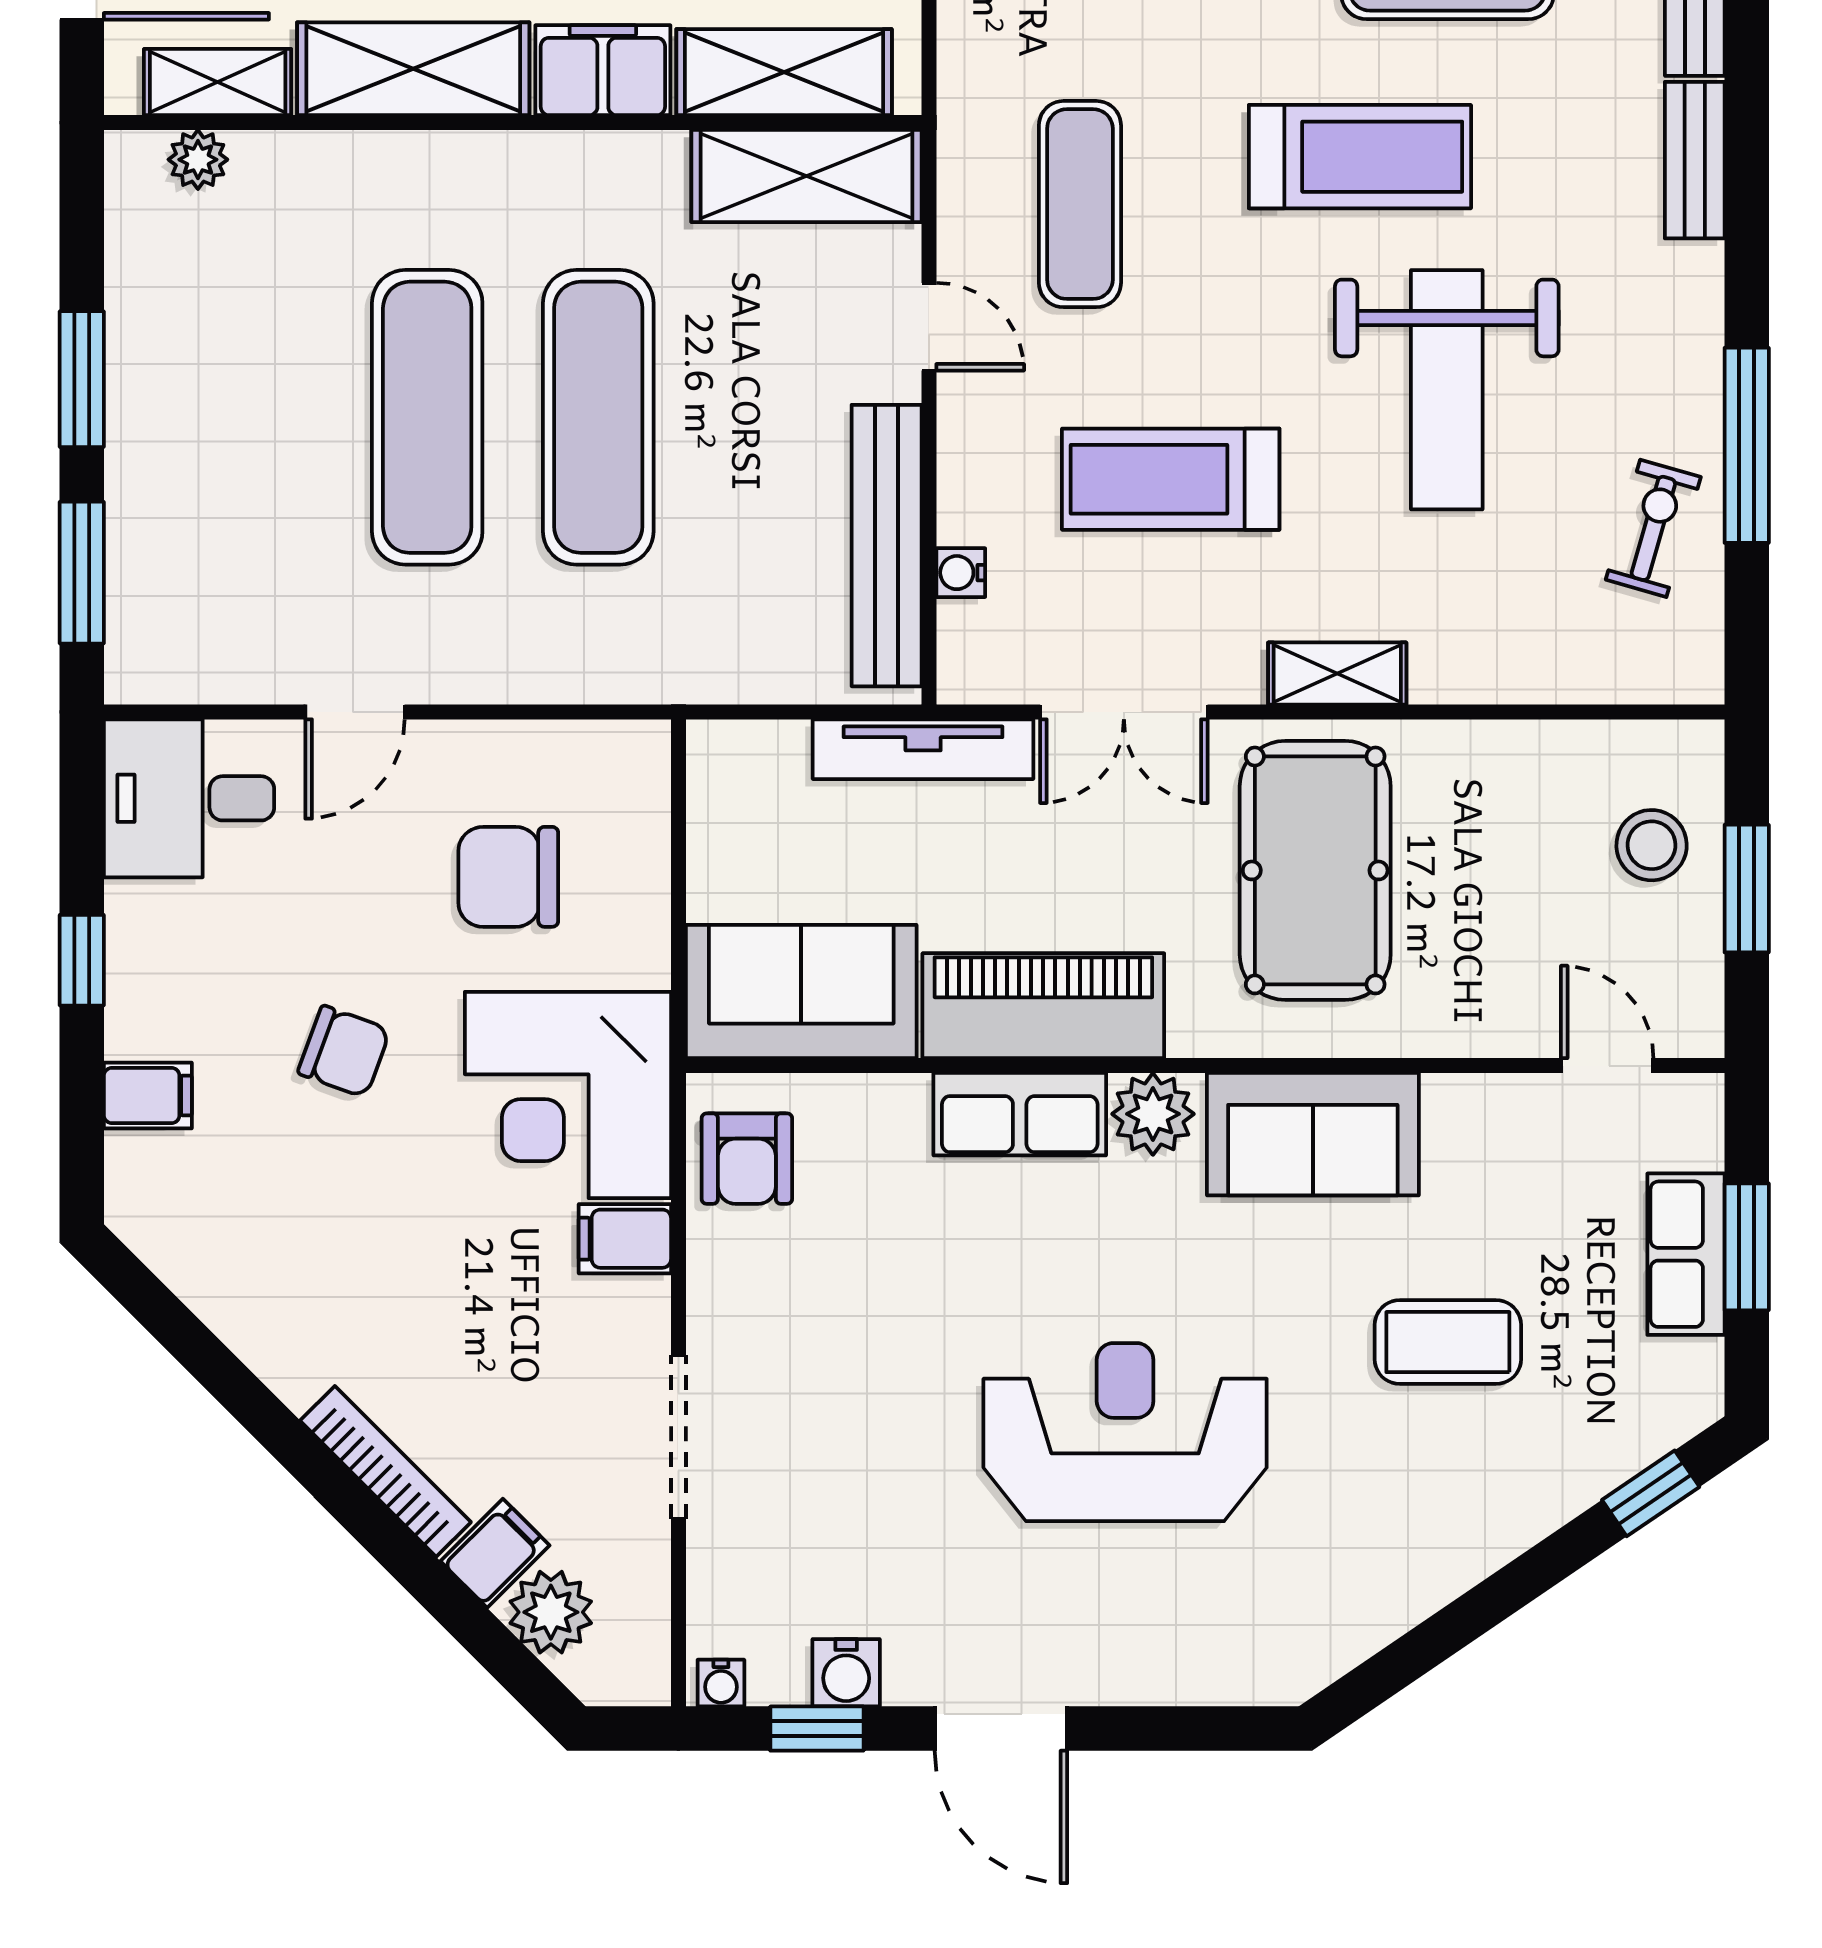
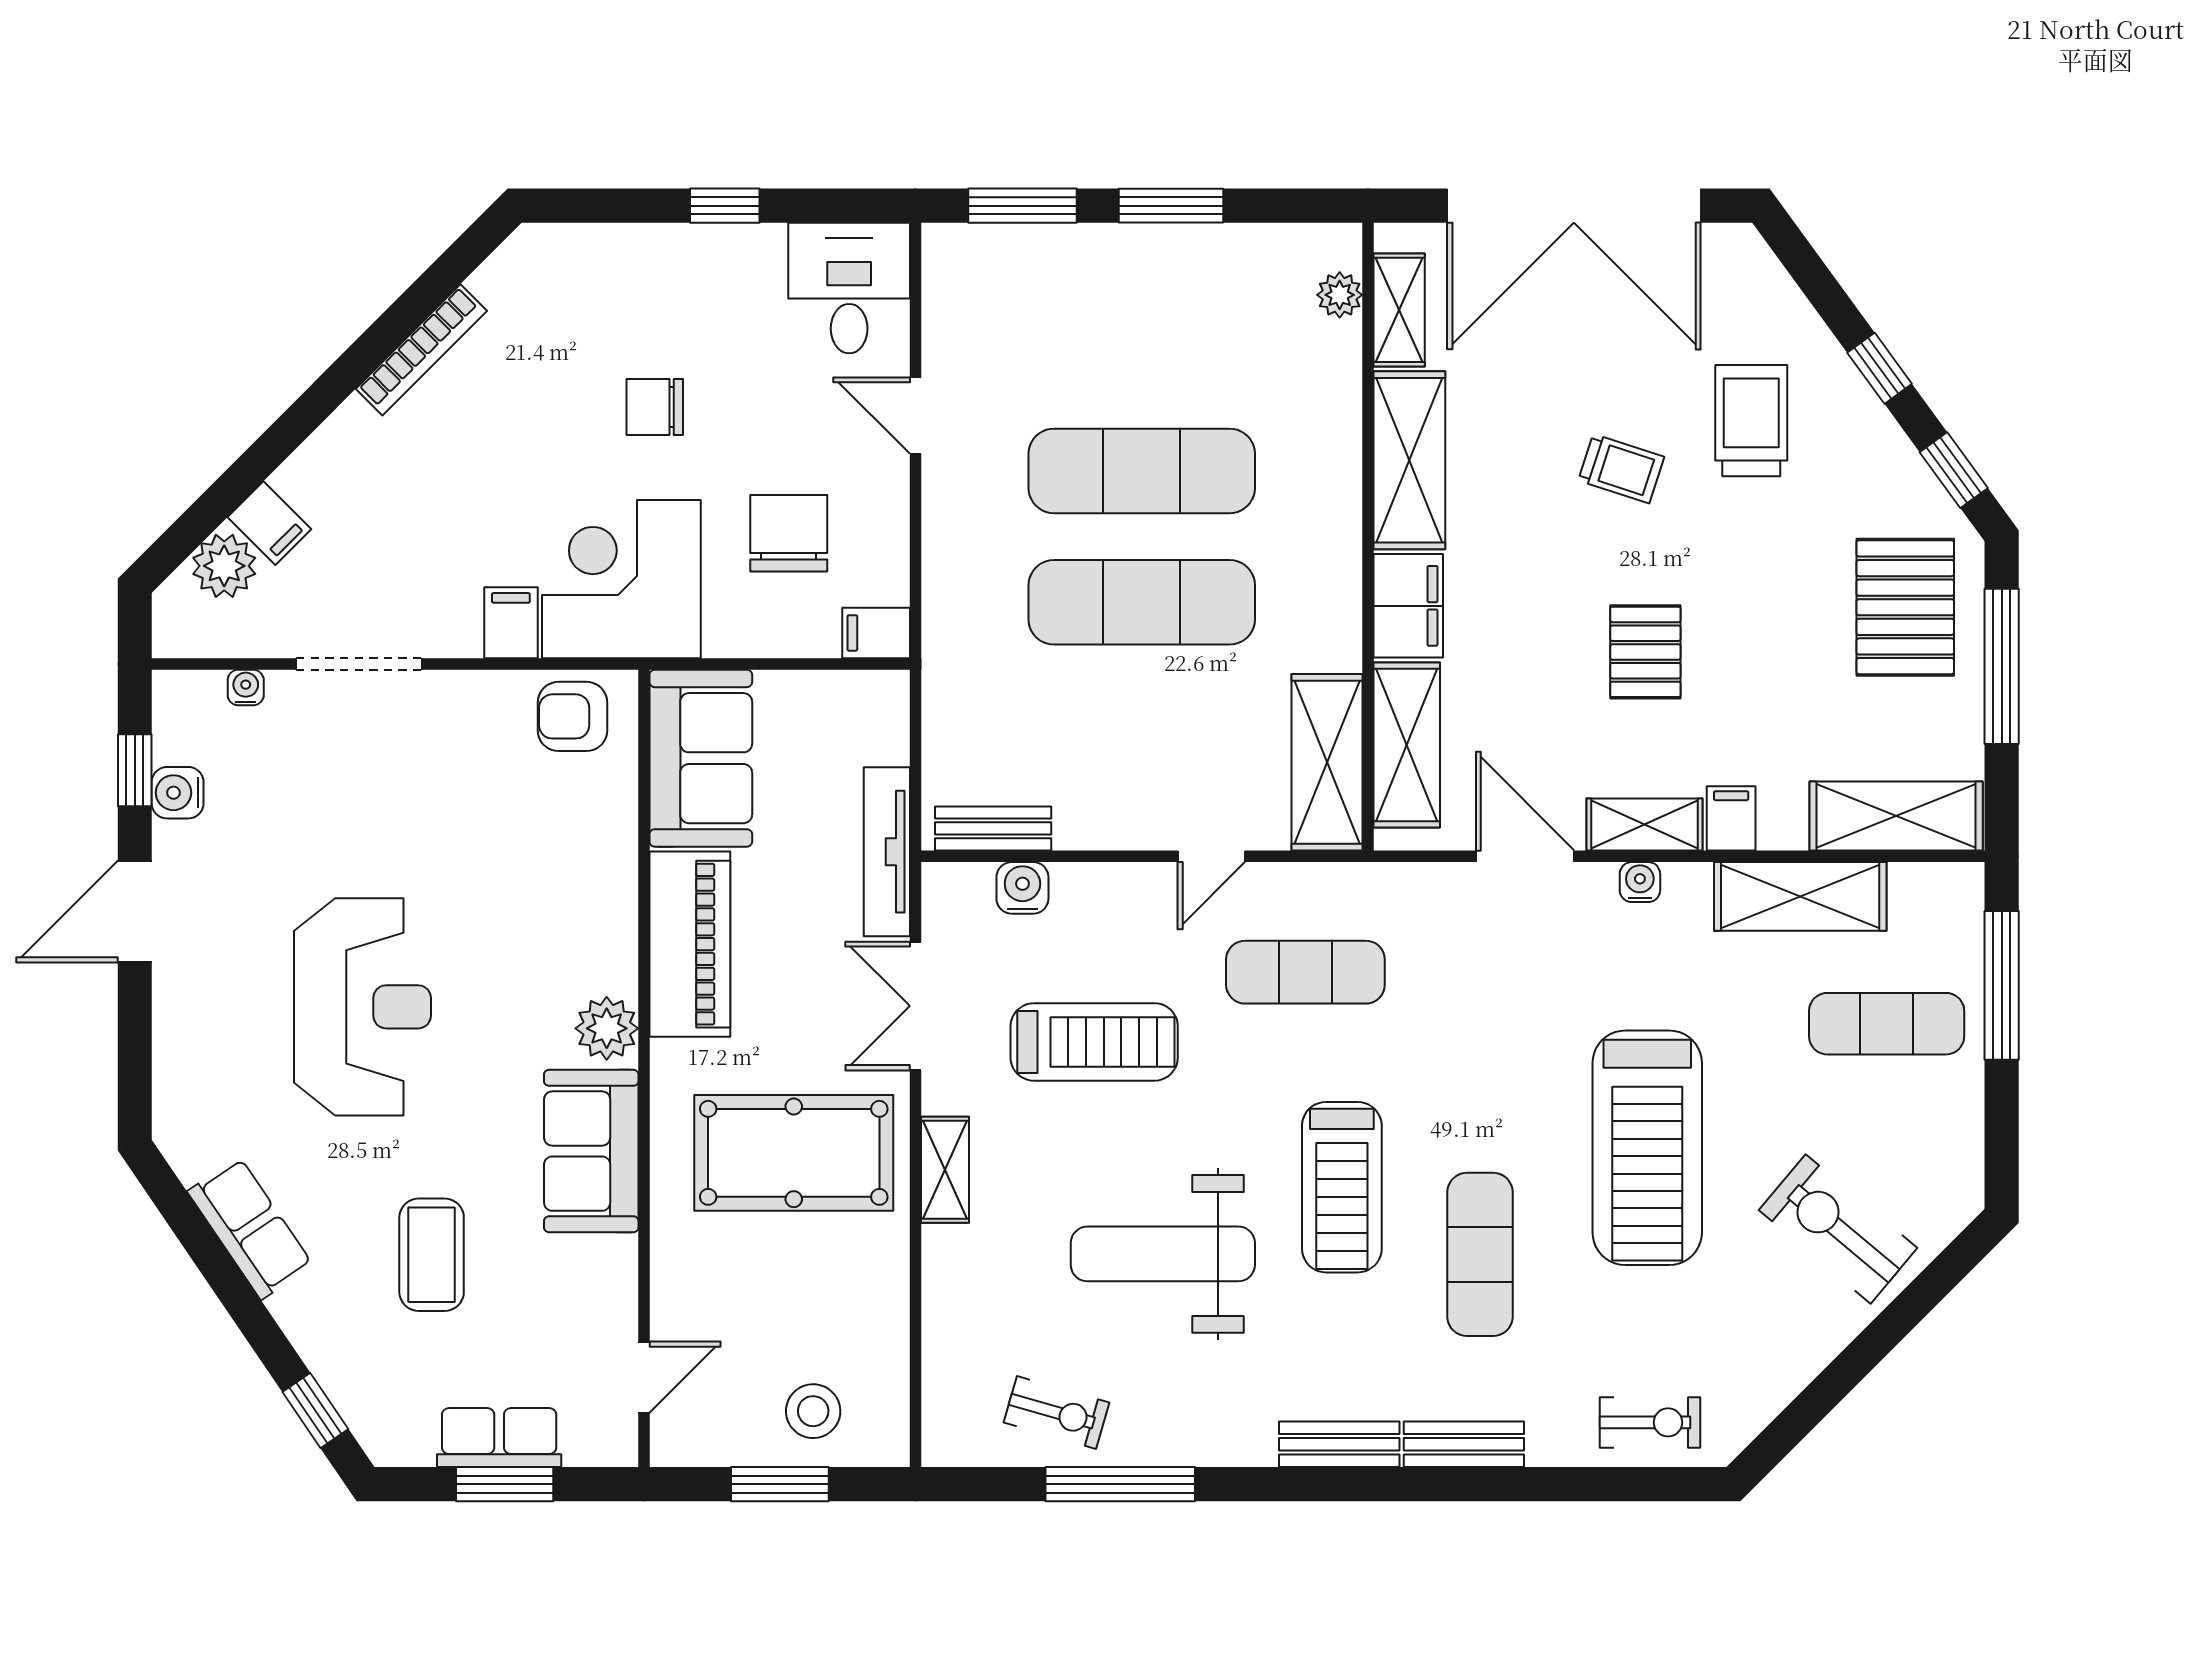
treadmill: (1171, 479) -> (1094, 1042), turned 90
bench: (887, 546) -> (993, 828), width x0.54, depth x0.82
water cooler: (961, 573) -> (1022, 888), width x1.38, depth x1.38
chair: (344, 1051) -> (655, 407), turned 70
filing cabinet: (148, 1095) -> (876, 633), moved, turned 90
row of seats: (1020, 1114) -> (250, 1228), moved, turned 146
bookcase: (385, 1471) -> (421, 350), moved
water cooler: (721, 1683) -> (246, 688), moved, turned 90

